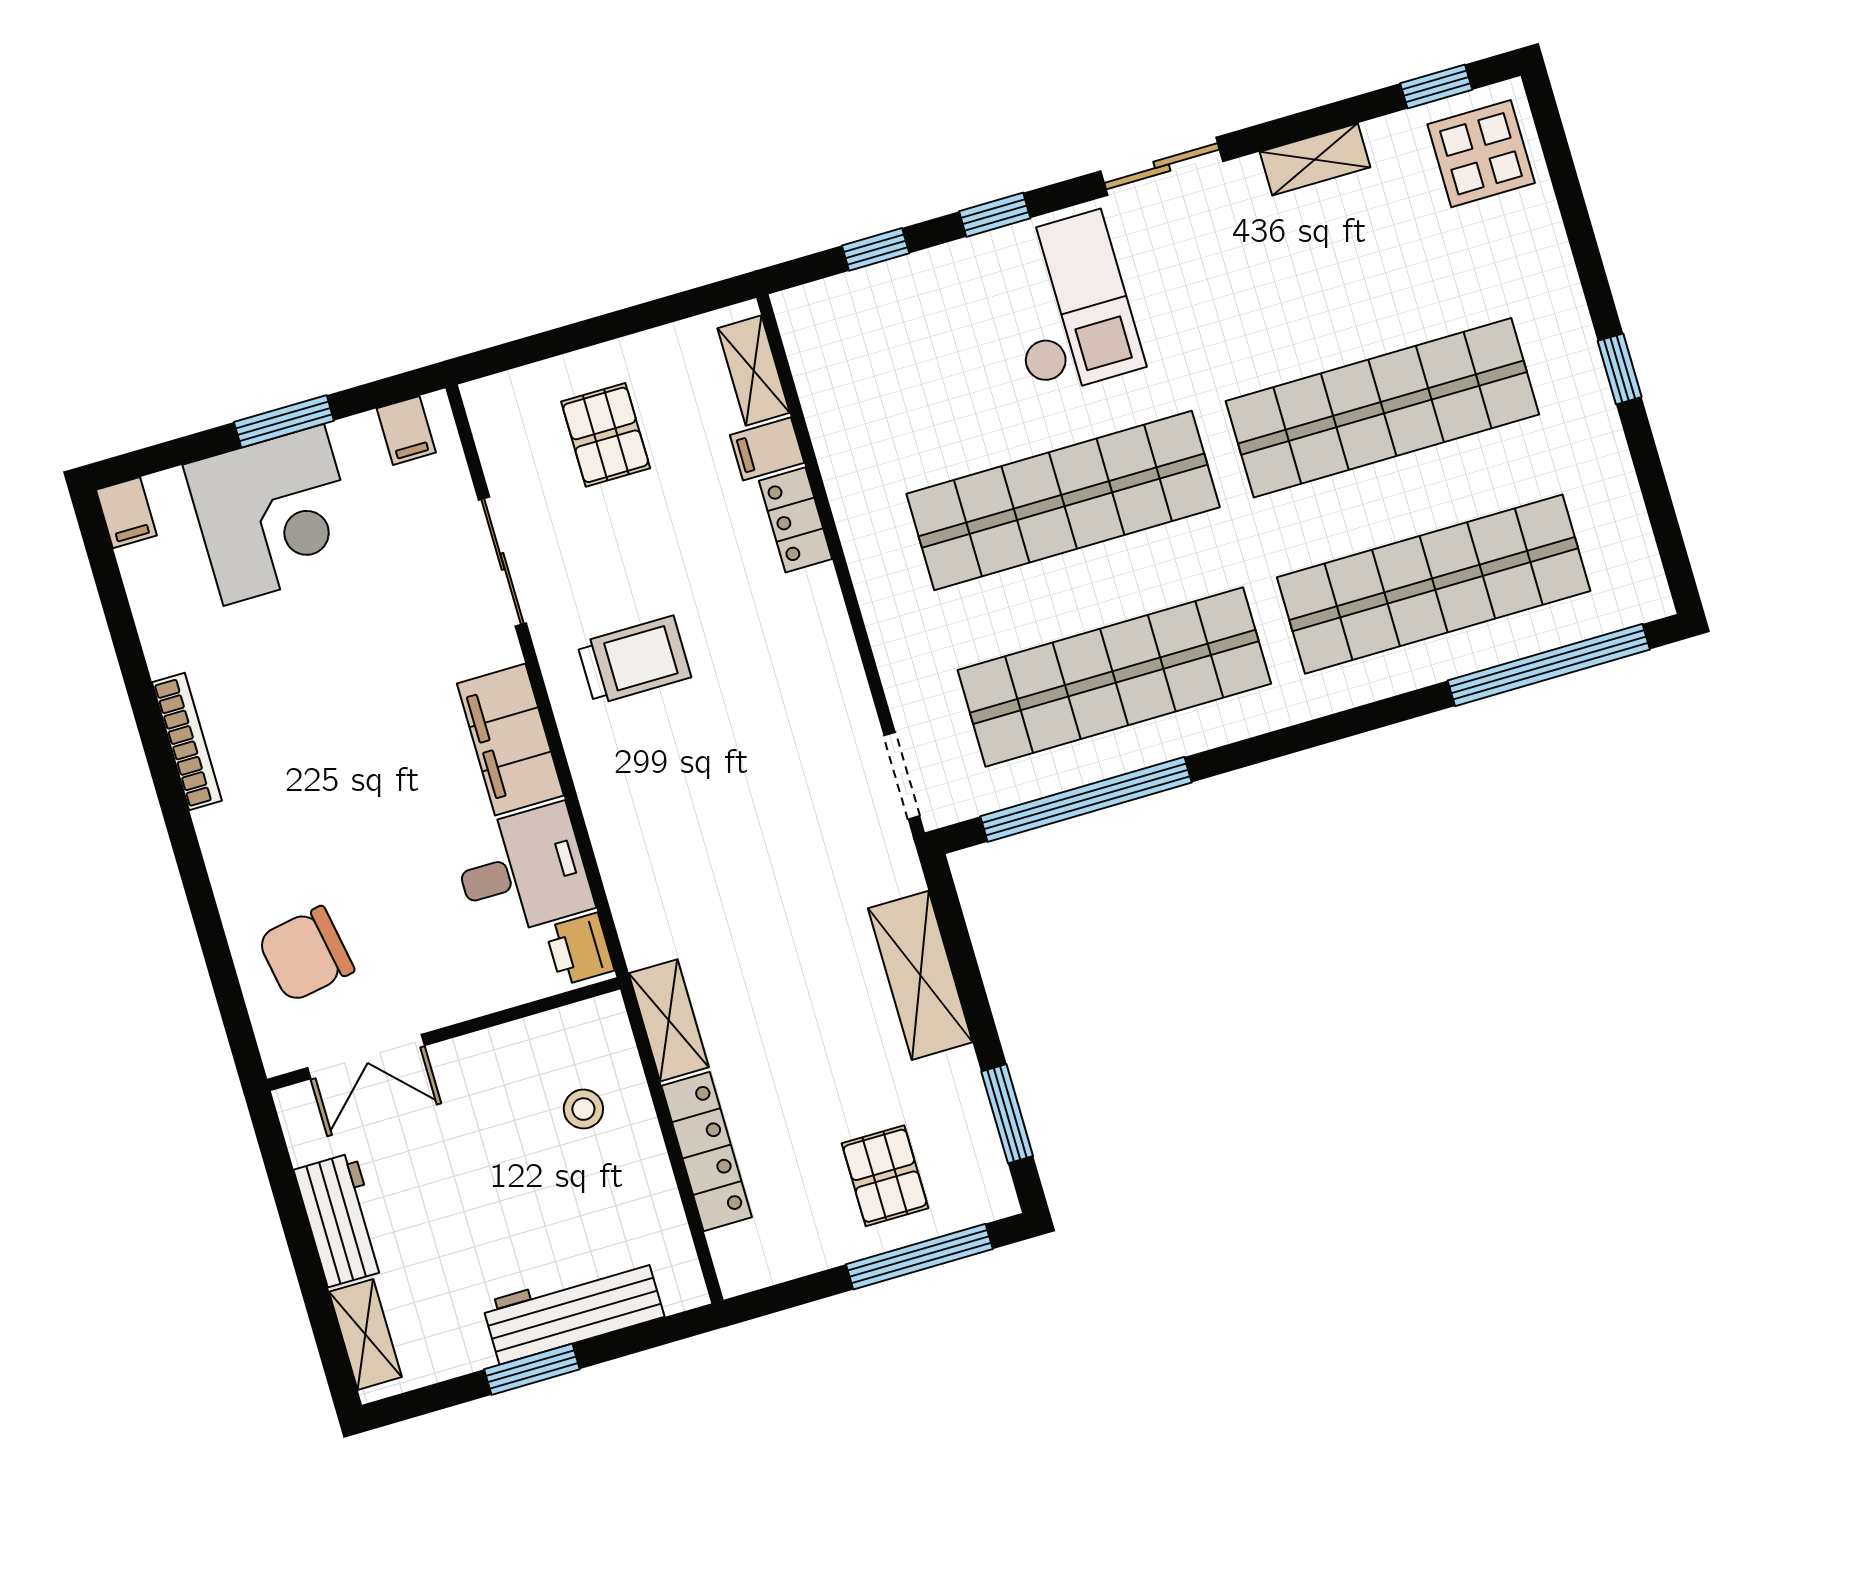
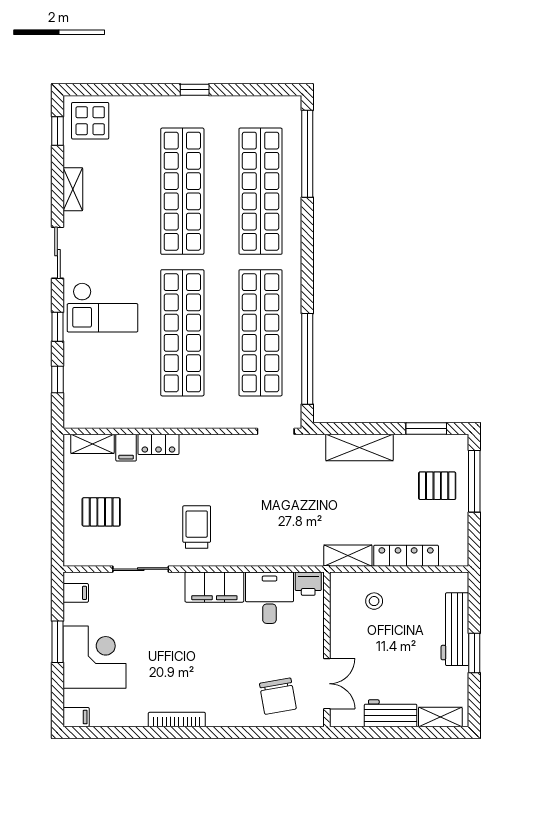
checkout: (1068, 304) -> (103, 307), turned 180

